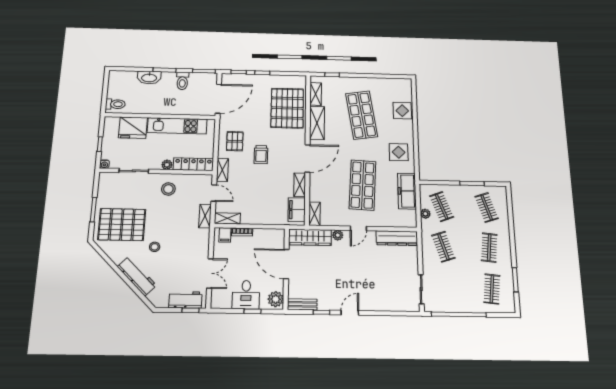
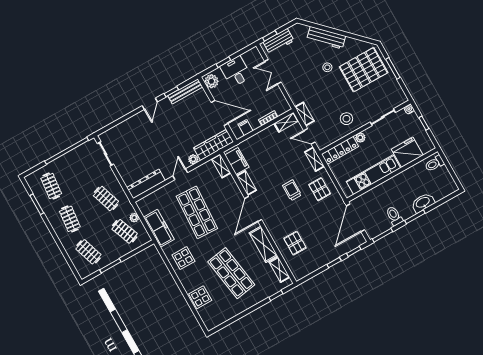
pallet: (287, 108) -> (295, 243), width x0.49, depth x0.50
filing cabinet: (225, 235) -> (245, 128), moved
bench: (302, 304) -> (185, 91), width x1.36

